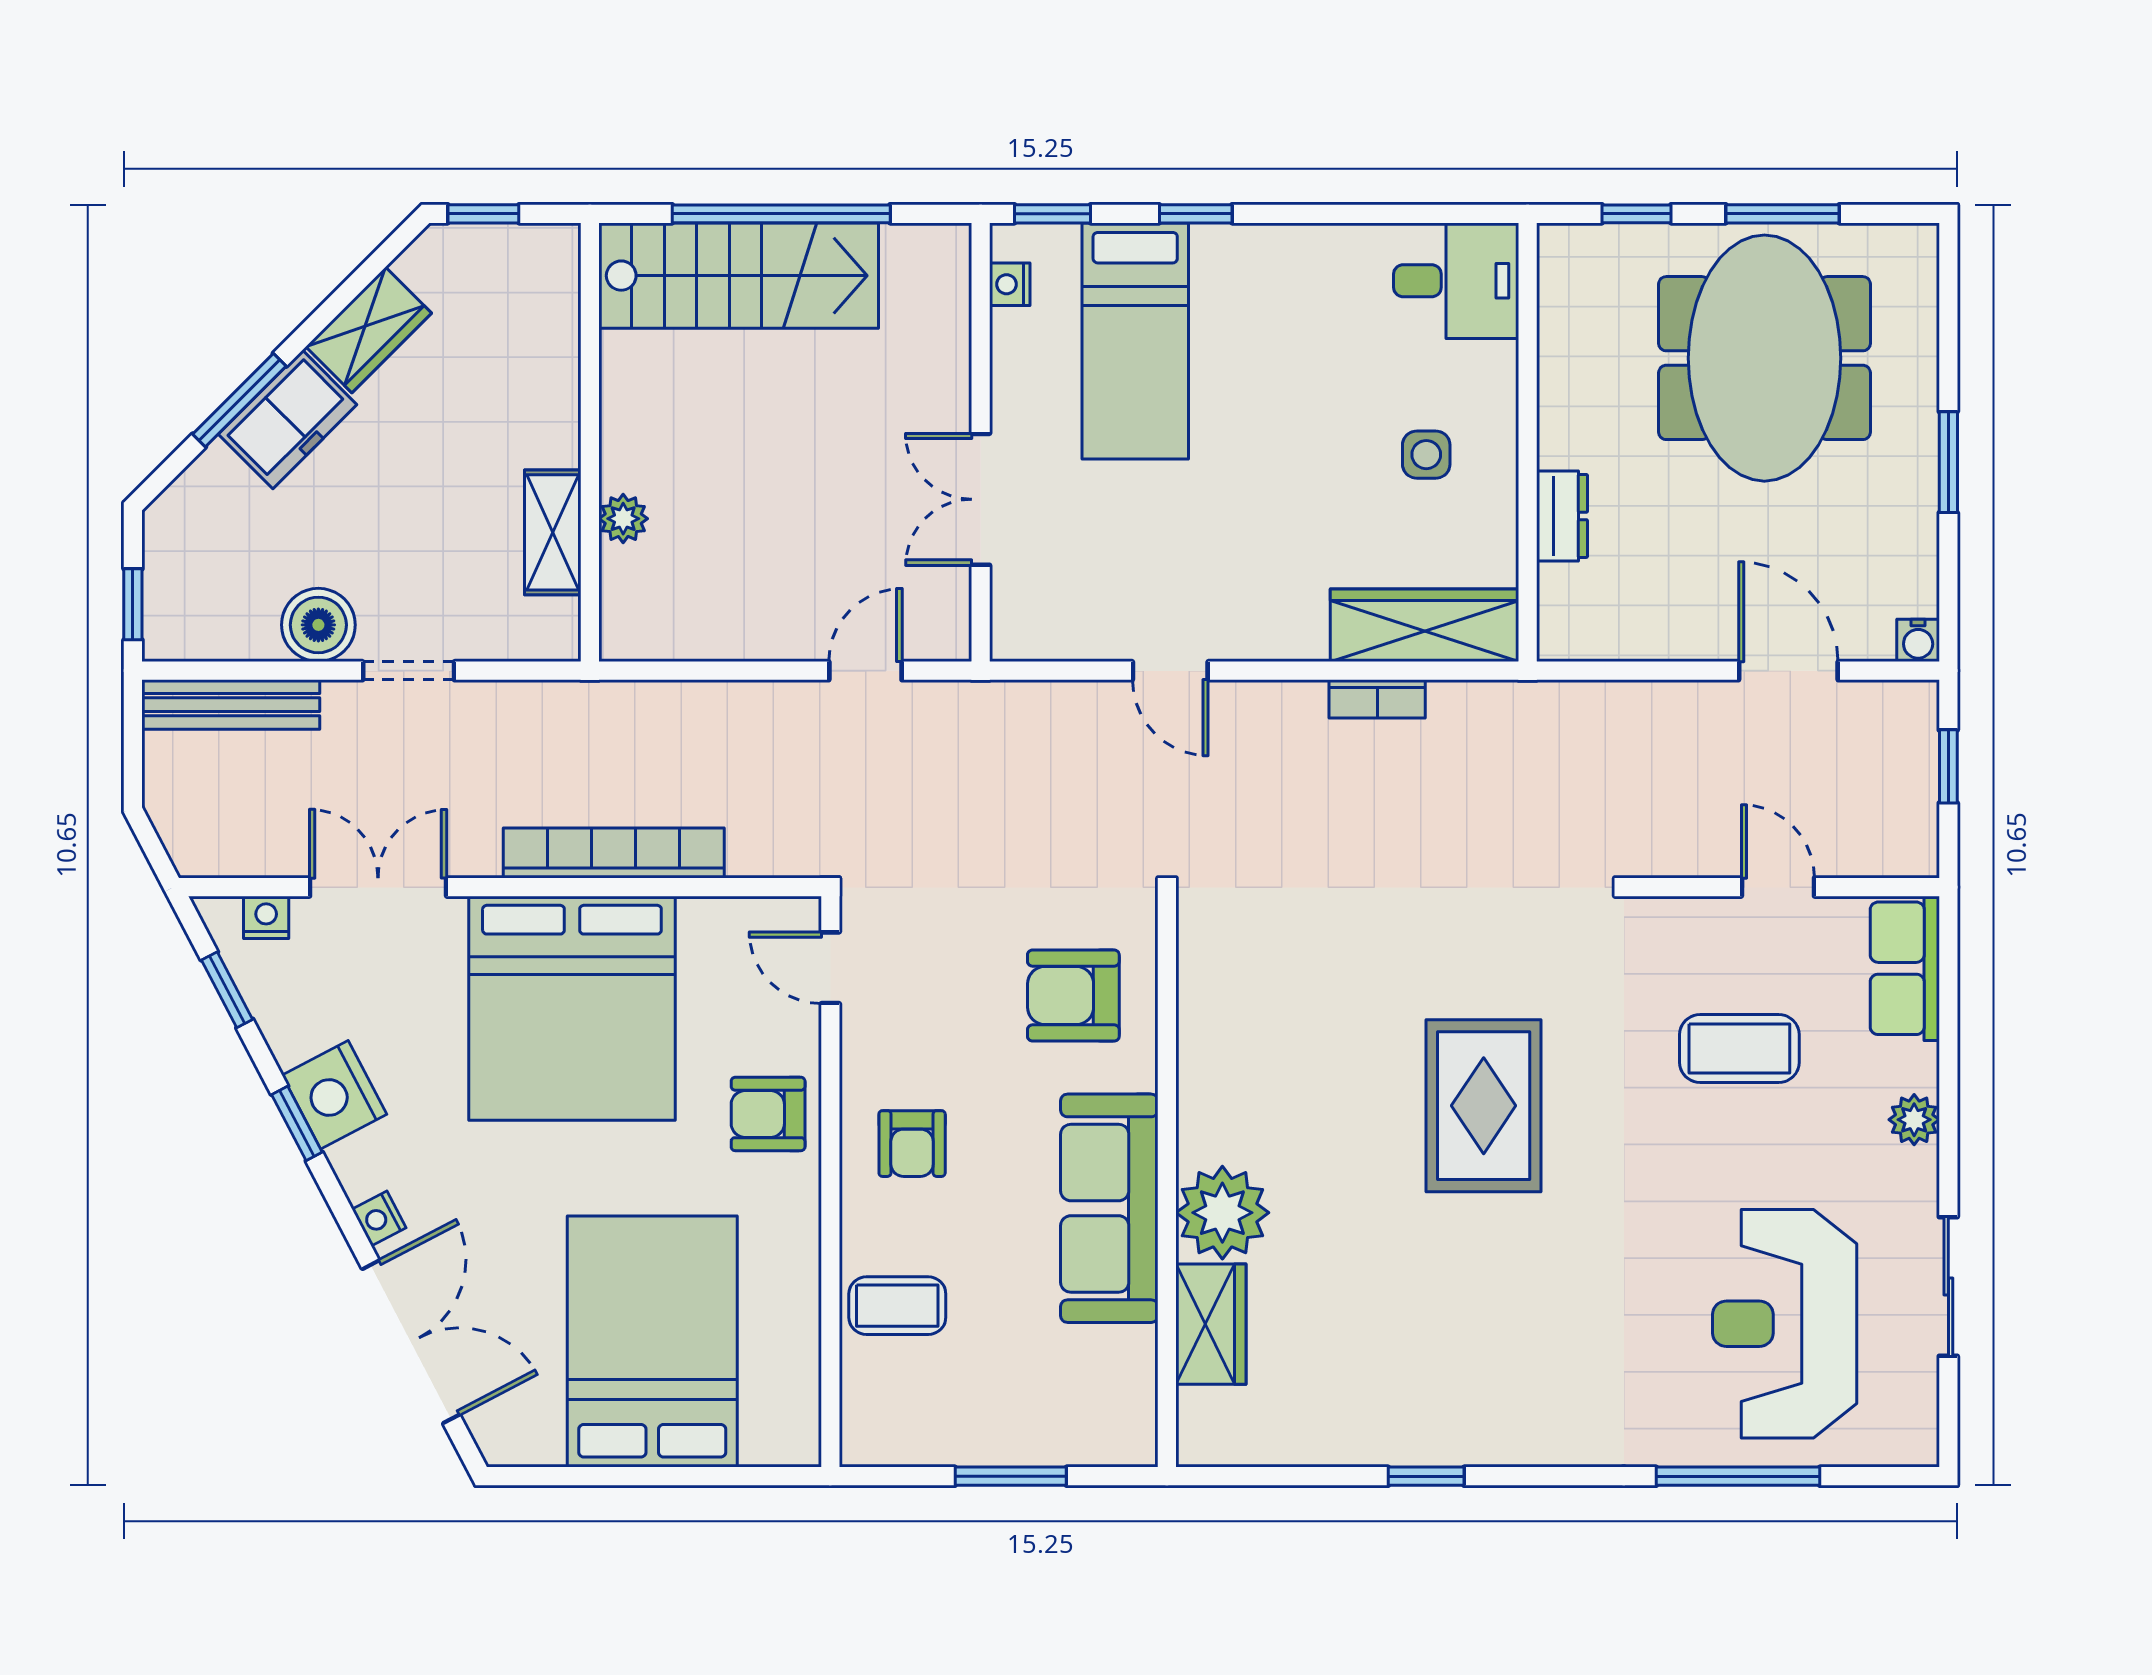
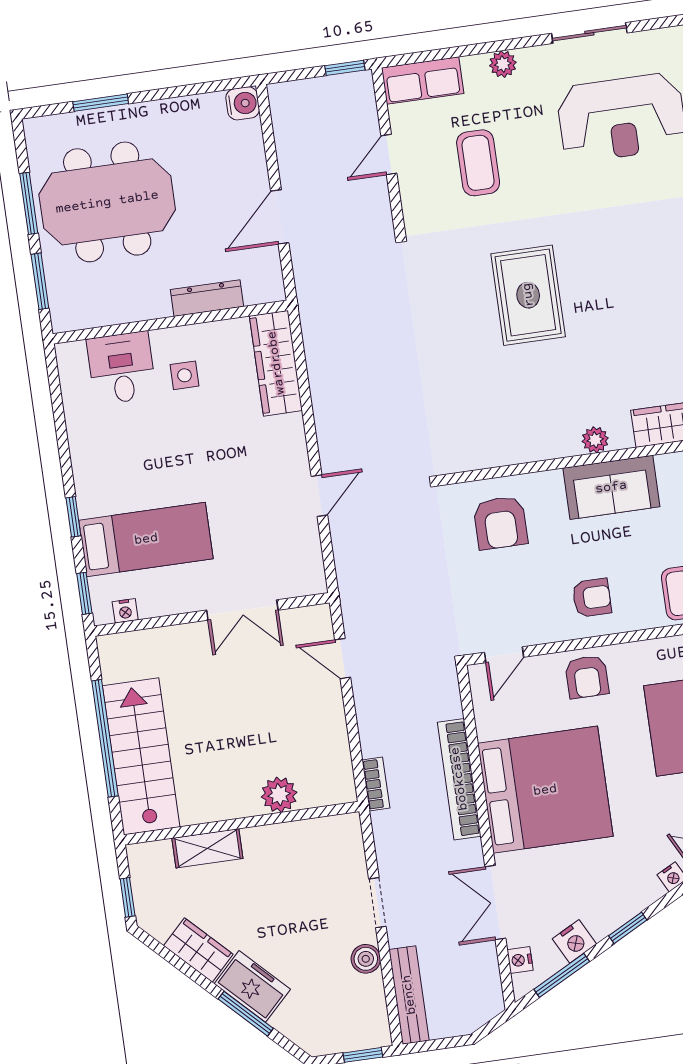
window: (1636, 214) -> (40, 281), width x1.50
desk: (1456, 281) -> (121, 368), moved
window: (1948, 462) -> (101, 103), moved
dresser: (1562, 516) -> (207, 298), width x1.44
plant: (623, 519) -> (279, 795), width x1.38, depth x1.38
shelving: (553, 532) -> (207, 848), moved
boiler: (318, 625) -> (366, 959), width x0.73, depth x0.73
water cooler: (1918, 640) -> (243, 103), width x1.38, depth x1.38
door: (1788, 671) -> (280, 217), moved
bookcase: (1377, 699) -> (376, 784), moved
window: (1948, 766) -> (345, 68), moved
window: (227, 990) -> (562, 975), width x1.50
nightstand: (334, 1095) -> (574, 941), moved, width x0.74, depth x0.75
rug: (1484, 1106) -> (528, 295), turned 90
sofa: (1109, 1208) -> (611, 487), width x0.73
plant: (1222, 1213) -> (595, 440), width x0.53, depth x0.53

